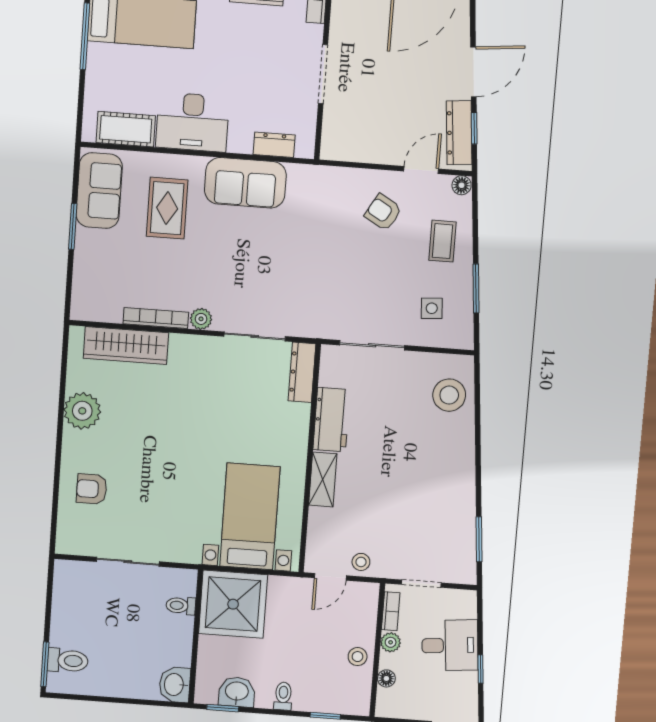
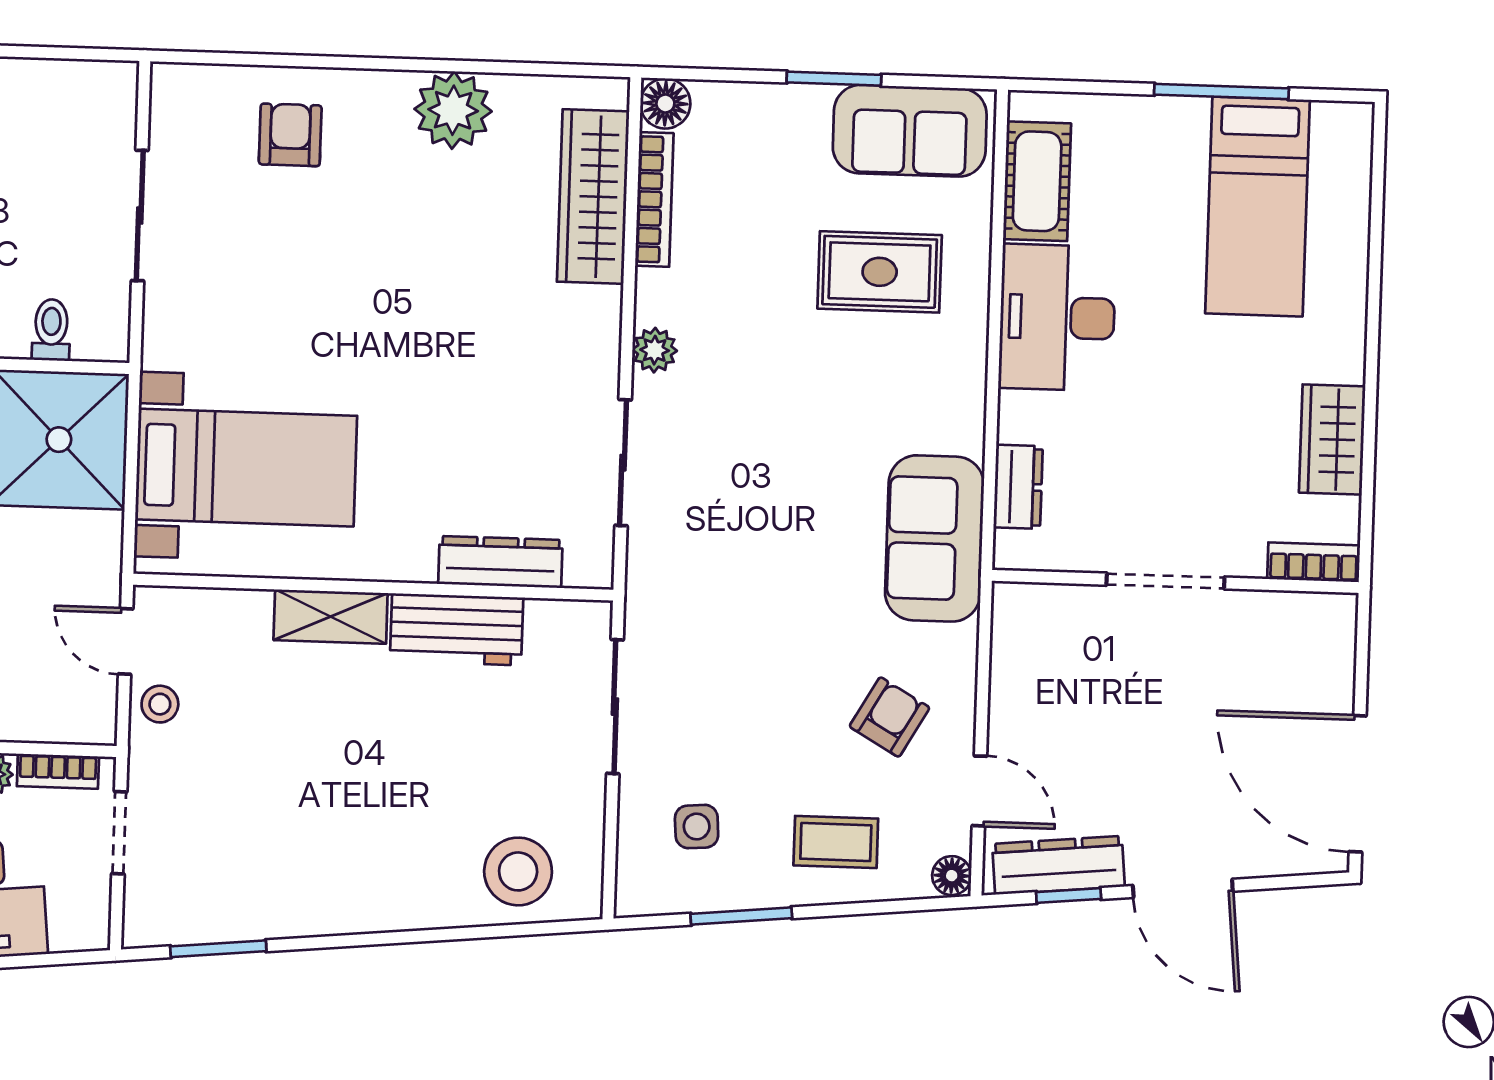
sofa: (245, 183) -> (935, 538), moved
floor lamp: (82, 309) -> (665, 103), added
bookcase: (156, 318) -> (654, 199), moved
dresser: (302, 372) -> (500, 562), moved

